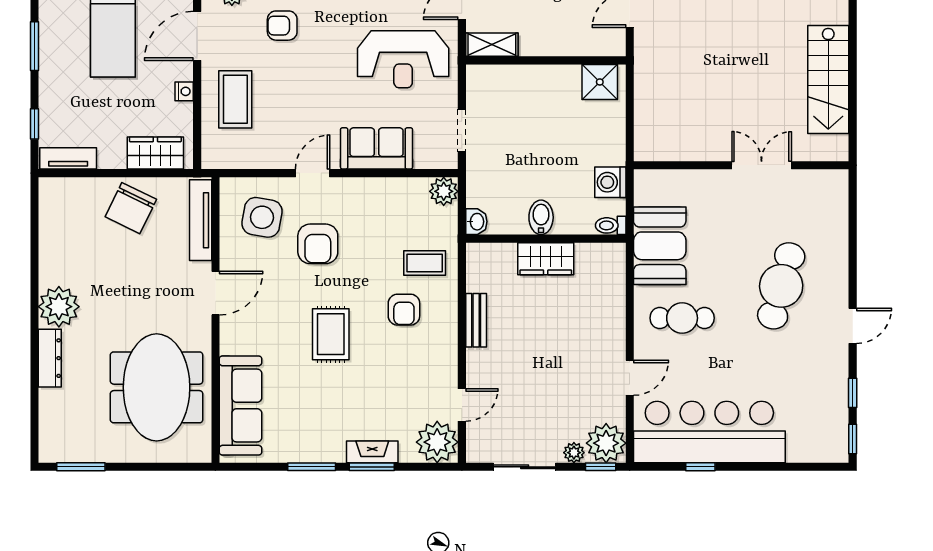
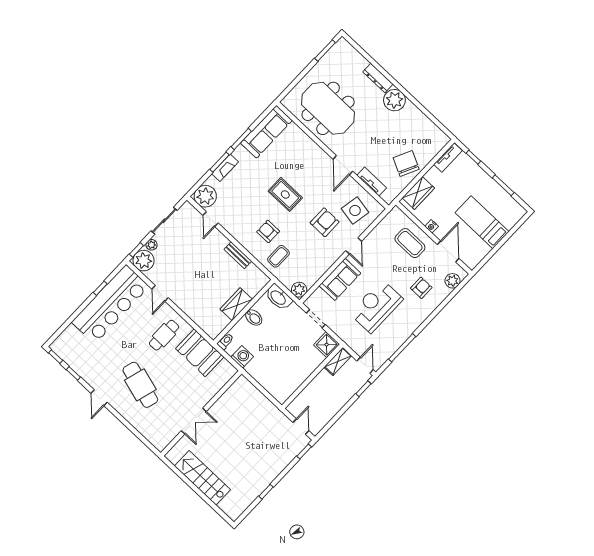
reception desk: (403, 59) -> (376, 306), moved
shower: (600, 82) -> (327, 345), moved
tv unit: (201, 220) -> (372, 182), width x0.71
washbasin: (476, 222) -> (278, 297), width x1.91, depth x1.45
armchair: (318, 244) -> (325, 222), turned 90
sofa: (240, 406) -> (266, 132), moved, turned -90

